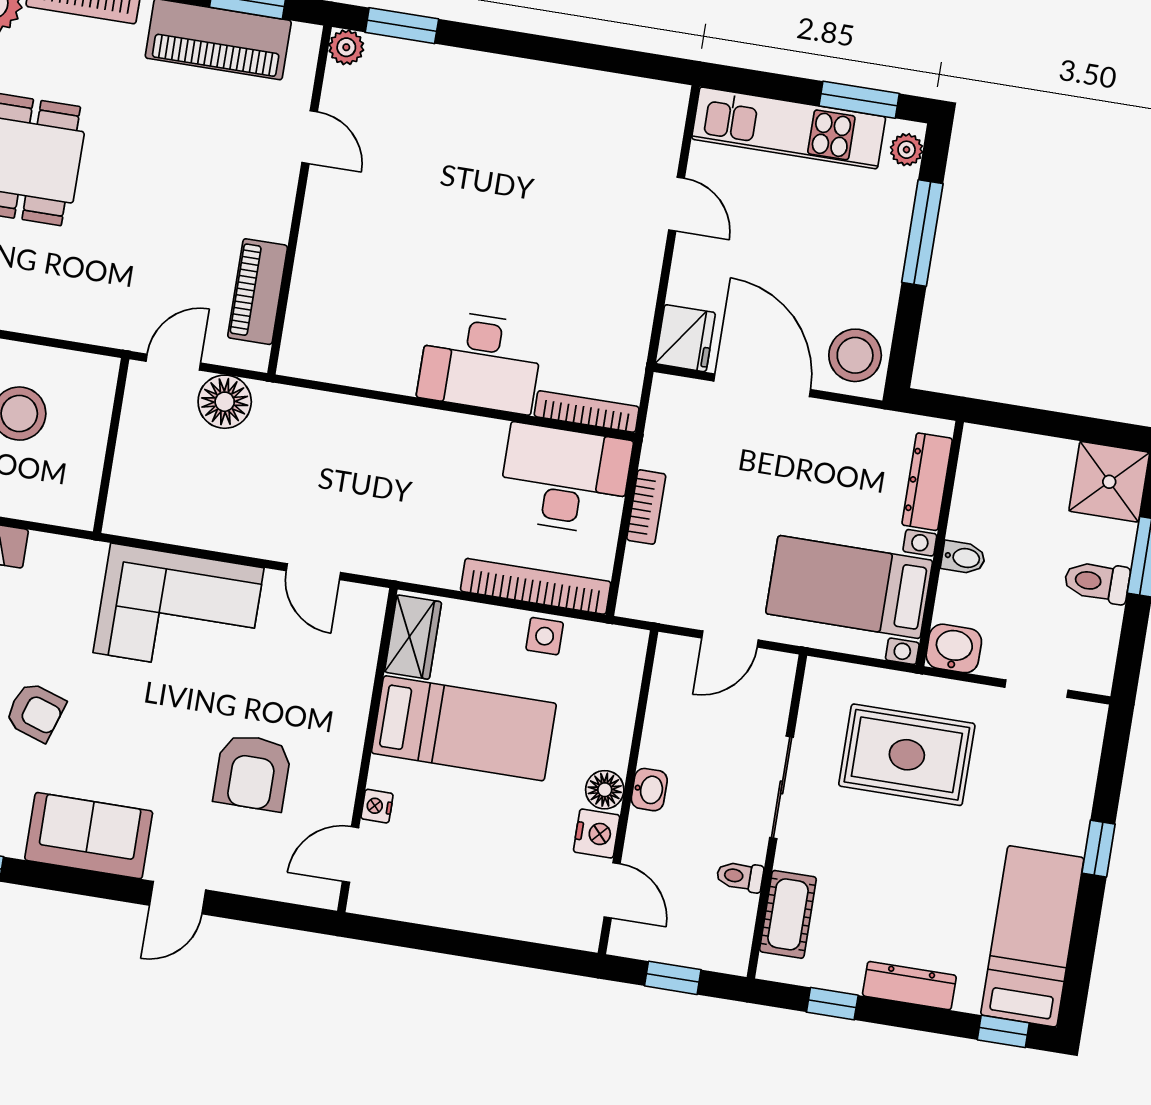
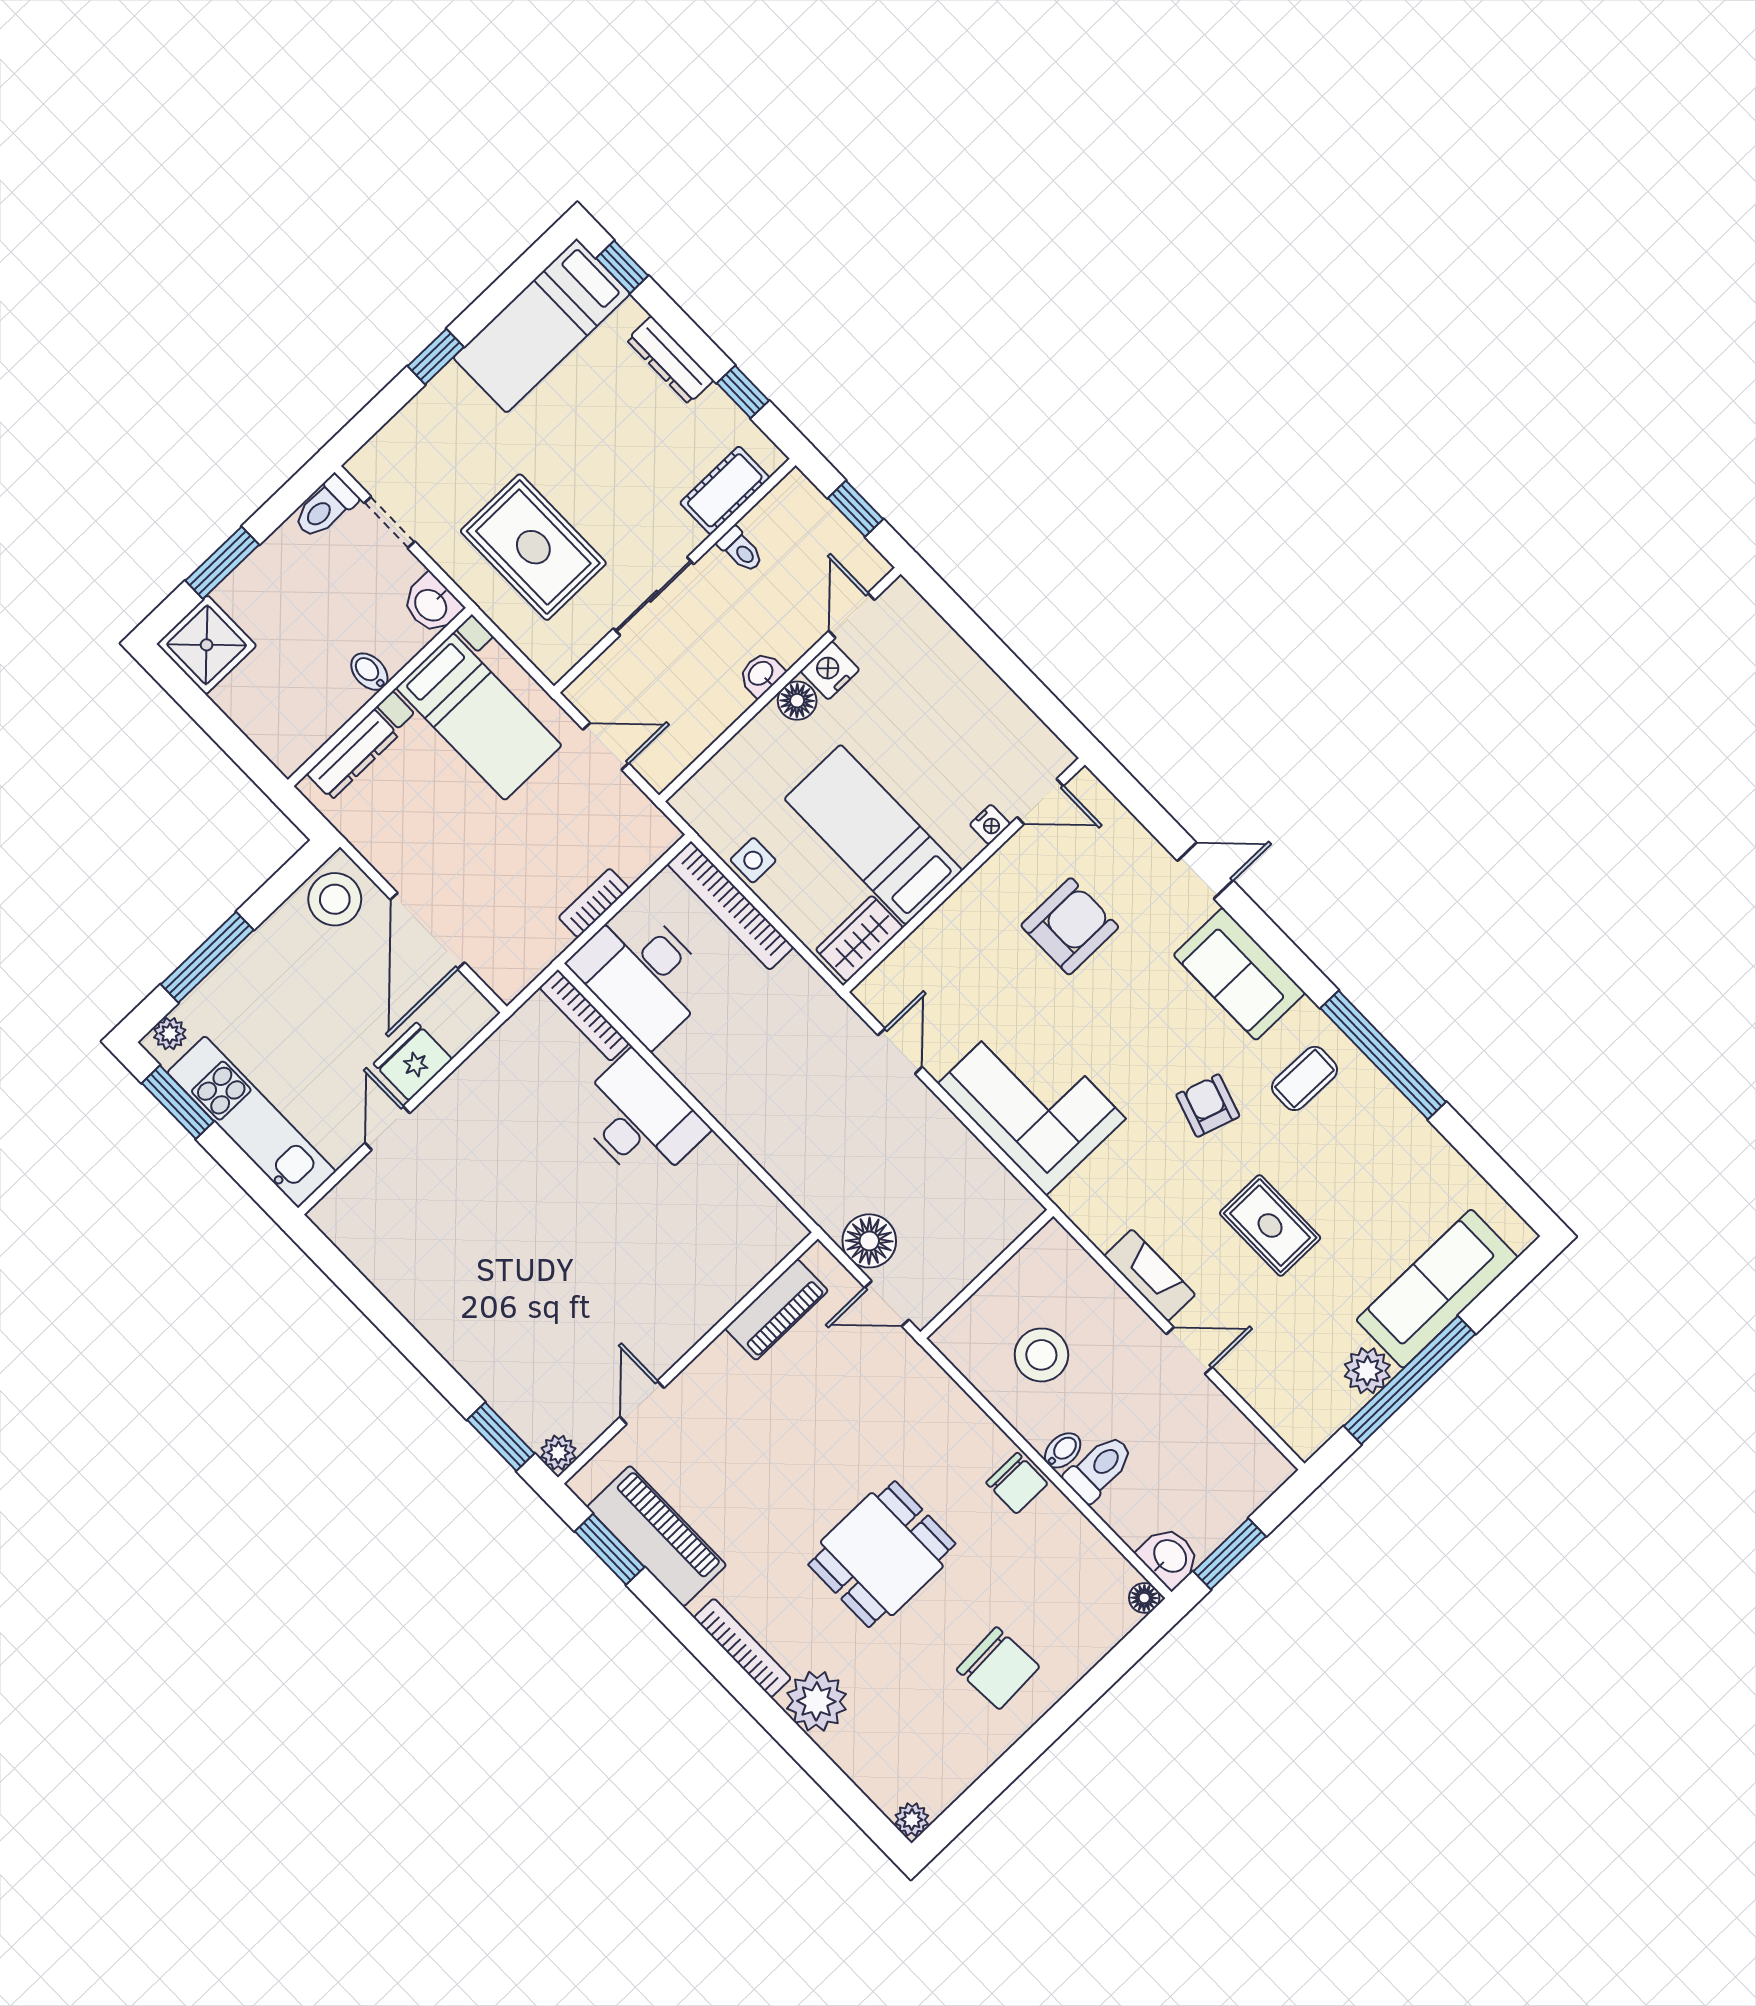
fridge: (685, 338) -> (413, 1061), moved
toilet: (1097, 582) -> (325, 508), moved, turned 90

